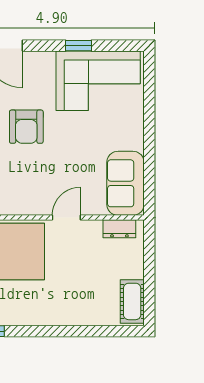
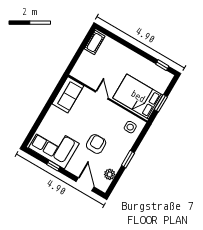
door: (66, 218) -> (102, 95), swing flipped
dresser: (119, 229) -> (82, 77), removed

